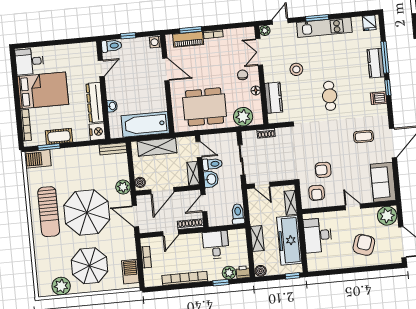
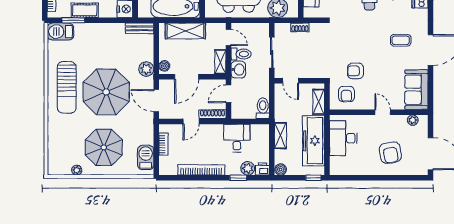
plant: (387, 216) -> (413, 120), width x0.53, depth x0.53
armchair: (364, 245) -> (390, 153), turned 151
plant: (61, 286) -> (77, 170), width x0.53, depth x0.53

